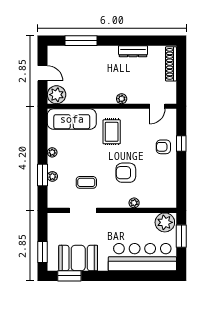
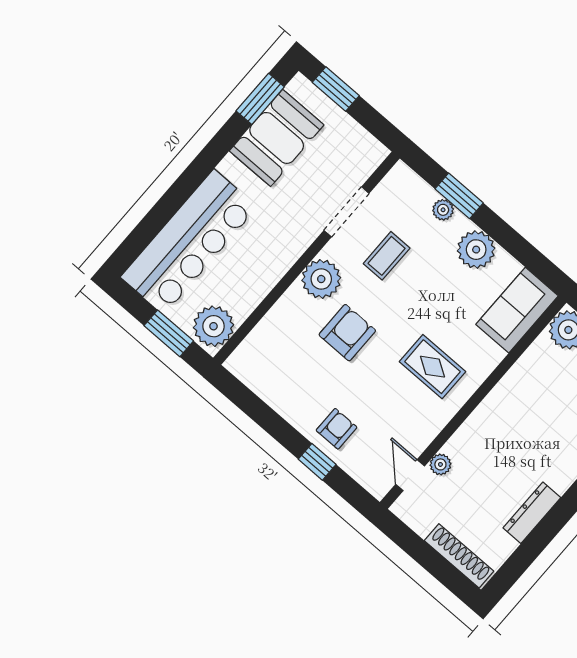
plant: (122, 99) -> (440, 464), moved
sofa: (72, 119) -> (517, 310), width x0.73
plant: (52, 152) -> (476, 250), width x1.88, depth x1.88
plant: (134, 203) -> (321, 279), moved, width x1.87, depth x1.87

